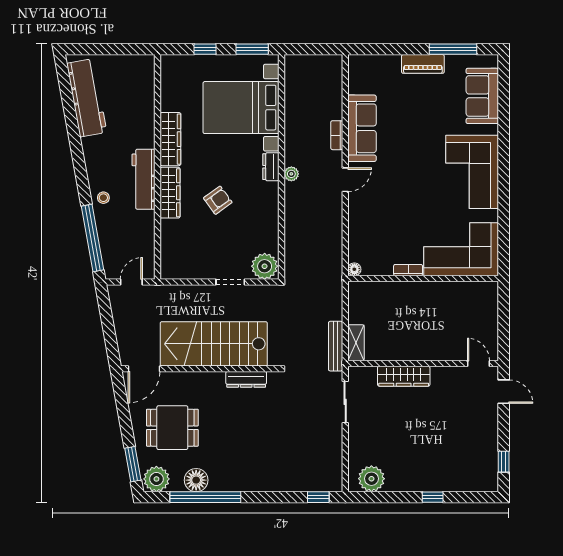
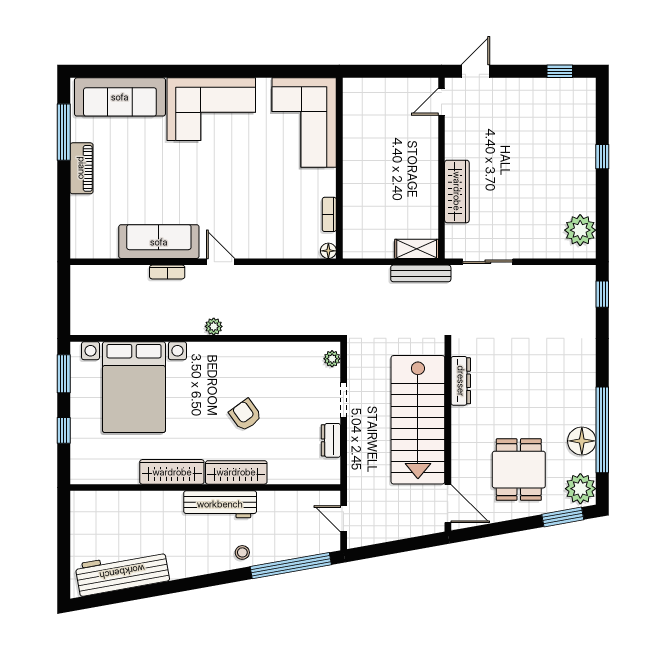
sofa: (482, 96) -> (120, 97), width x1.36
dresser: (271, 167) -> (331, 440), moved, turned 90
plant: (265, 266) -> (332, 359), width x0.53, depth x0.53
bookcase: (408, 270) -> (329, 214), moved

